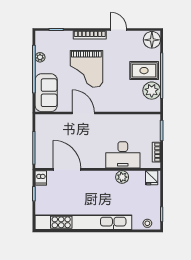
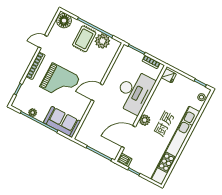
door: (83, 113) -> (97, 92), moved
desk: (123, 155) -> (134, 92), width x1.36, depth x1.30
plant: (122, 177) -> (145, 120), moved

